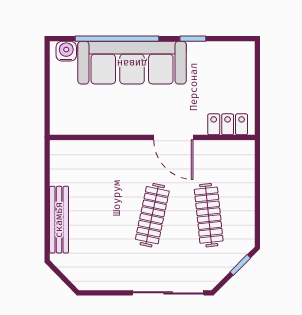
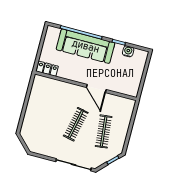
water cooler: (66, 51) -> (128, 51), moved
locker: (228, 124) -> (47, 69), moved
bench: (59, 220) -> (29, 114), removed

